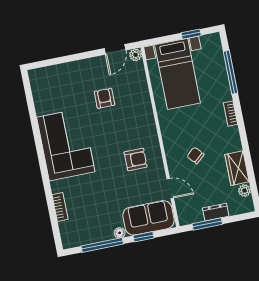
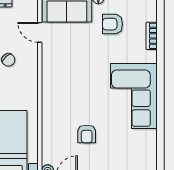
armchair: (136, 159) -> (112, 24), moved

